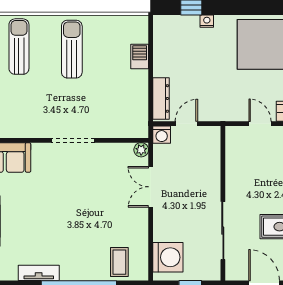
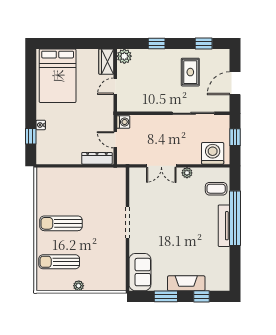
barbecue: (140, 56) -> (66, 174), removed
washing machine: (162, 135) -> (123, 122), moved
plant: (141, 150) -> (187, 173), moved
tv unit: (39, 273) -> (224, 226), moved, width x1.41

